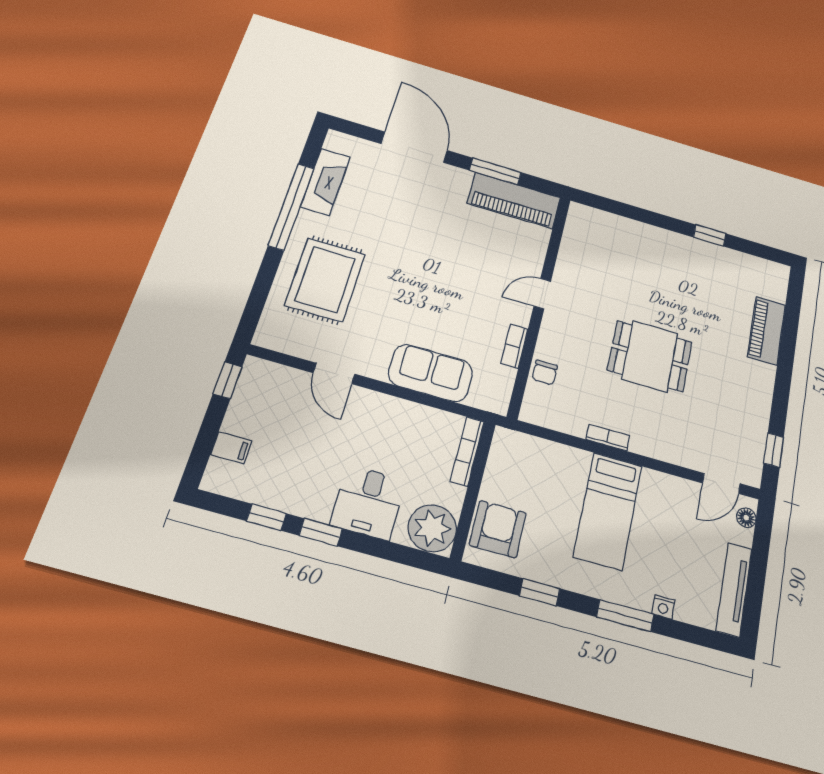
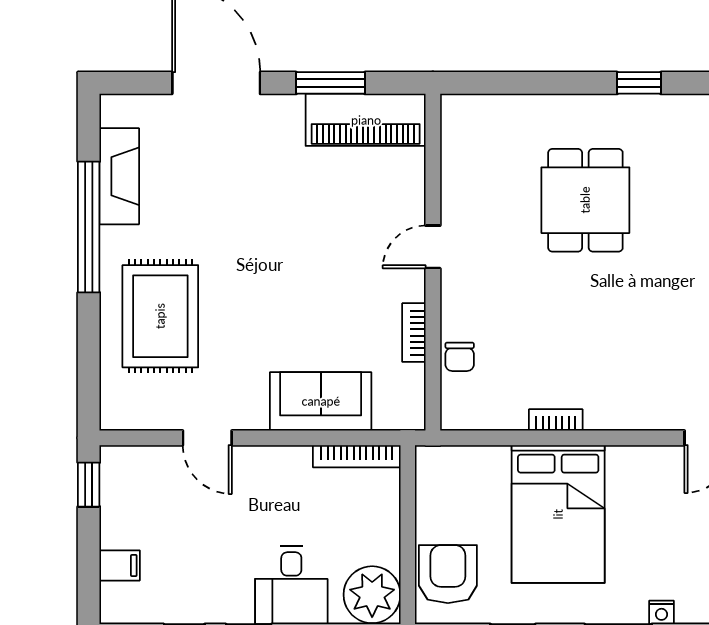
dining table: (650, 356) -> (585, 200), moved, turned 90
bookcase: (467, 451) -> (357, 456), moved, turned -90
bed: (608, 511) -> (558, 514), width x1.50

